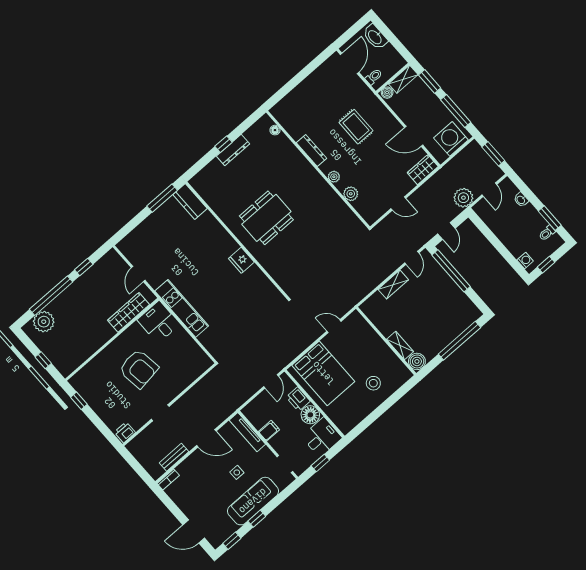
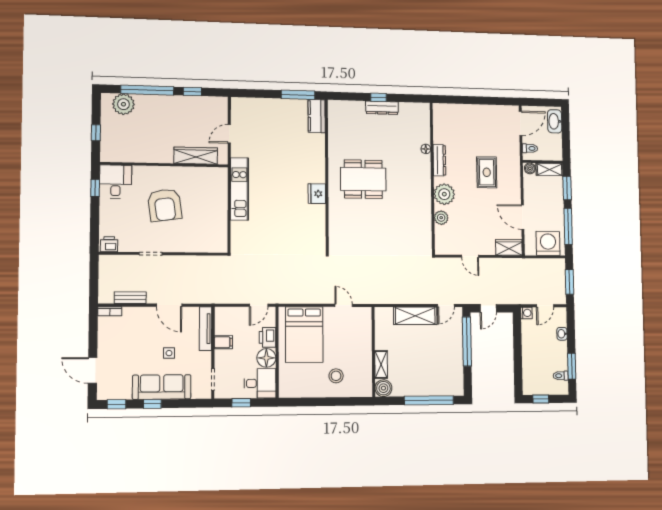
floor lamp: (275, 130) -> (426, 149), moved
plant: (334, 177) -> (444, 194), width x1.87, depth x1.87
plant: (463, 198) -> (521, 295), removed
washing machine: (525, 260) -> (526, 313), moved
shelving: (393, 285) -> (415, 316), width x1.50, depth x1.33
desk: (158, 322) -> (116, 182), moved

